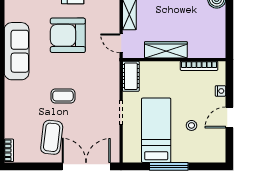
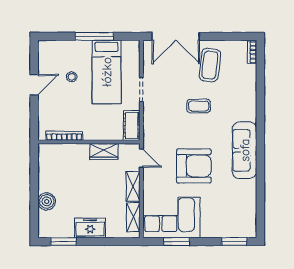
wardrobe: (166, 50) -> (104, 152), width x0.67
nightstand: (220, 91) -> (43, 111), removed

